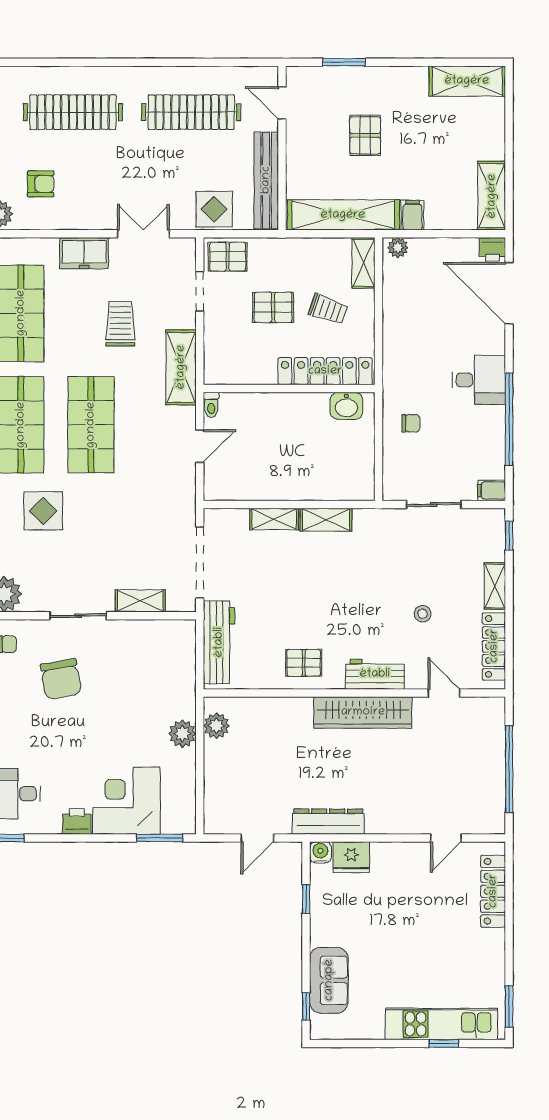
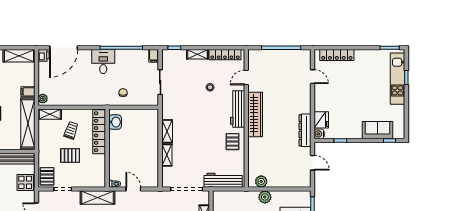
pallet: (273, 307) -> (70, 156), turned 90
workbench: (375, 674) -> (238, 109), width x1.37

